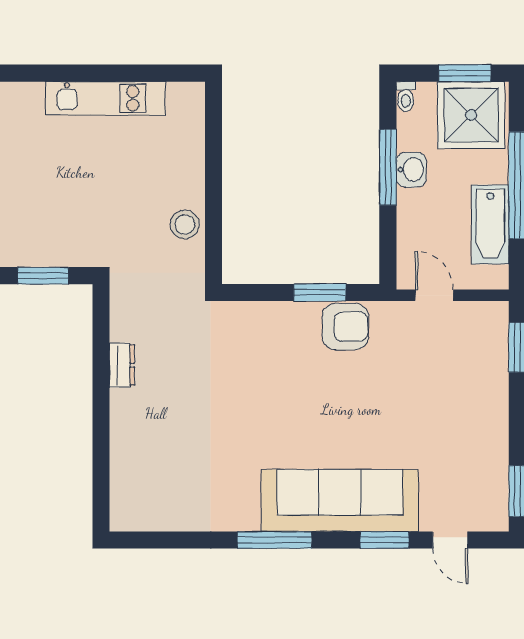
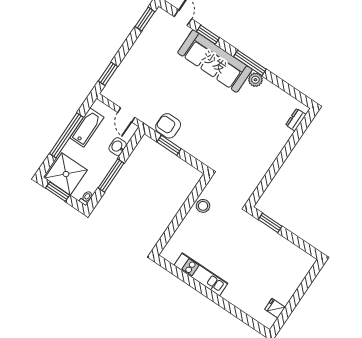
washbasin: (411, 170) -> (118, 147), moved
dresser: (122, 365) -> (296, 120), moved
plant: (244, 516) -> (255, 80), added

